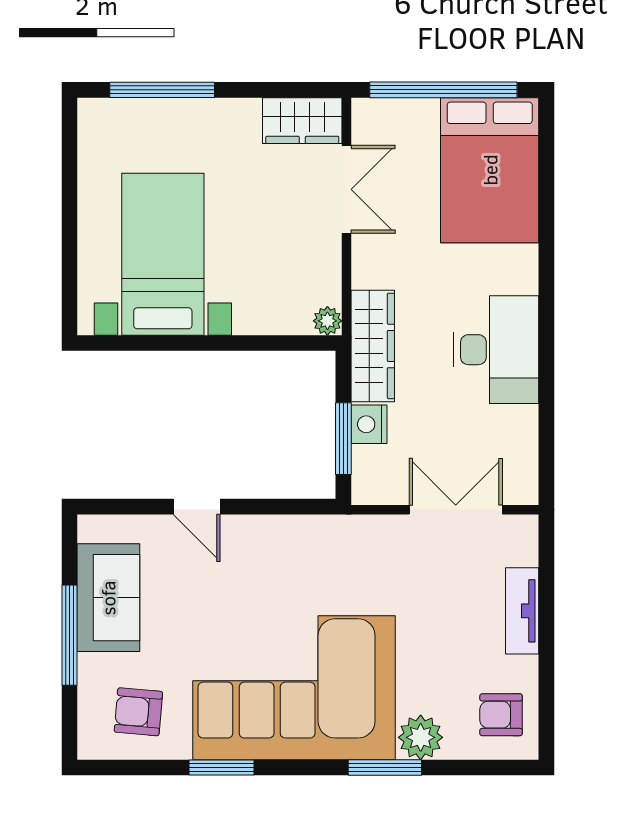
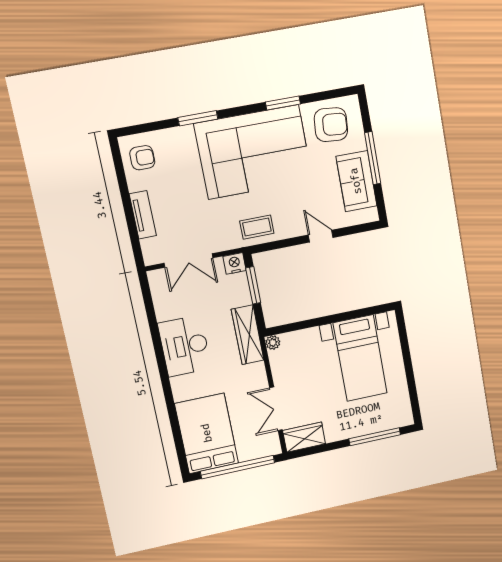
nightstand: (369, 424) -> (235, 263), moved, turned -90
coffee table: (315, 547) -> (257, 227), added
armchair: (138, 712) -> (331, 125), width x1.38, depth x1.38
plant: (421, 737) -> (182, 138), removed

